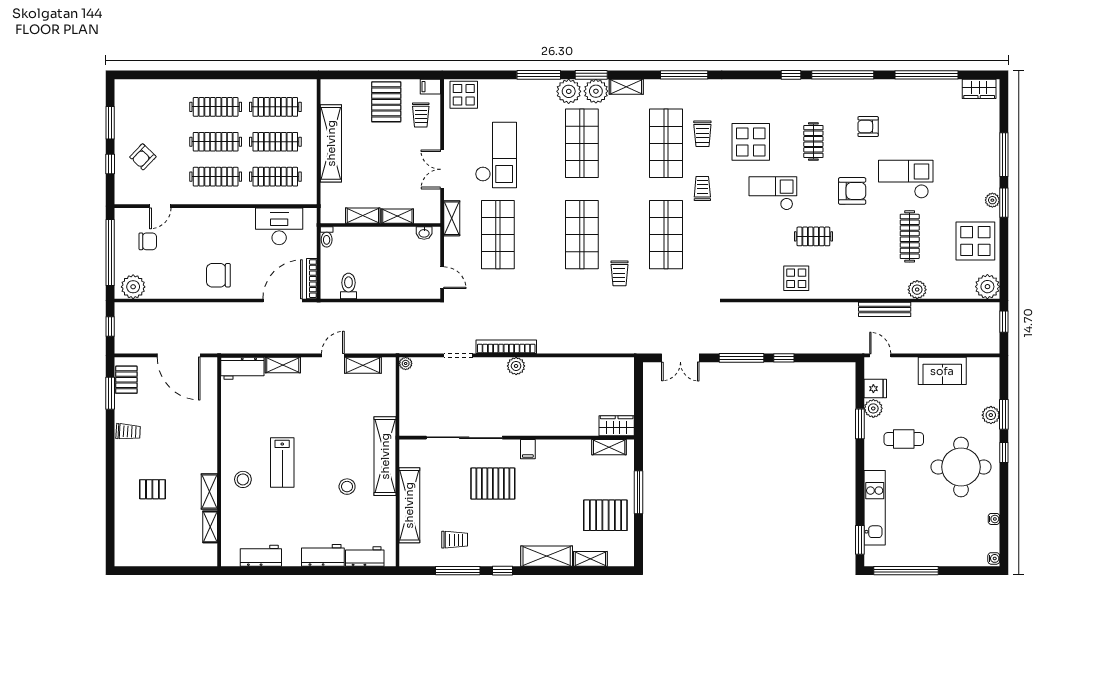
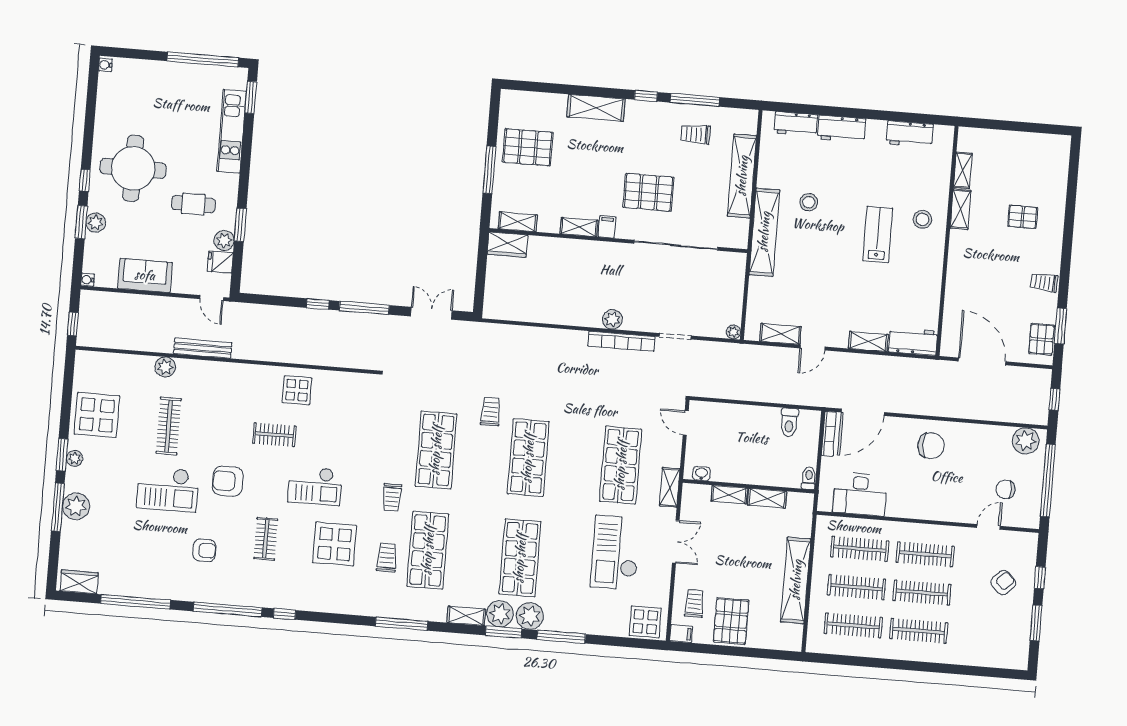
plant: (987, 287) -> (76, 506), moved
water cooler: (994, 519) -> (88, 280), moved
shelving: (590, 559) -> (579, 227), moved

